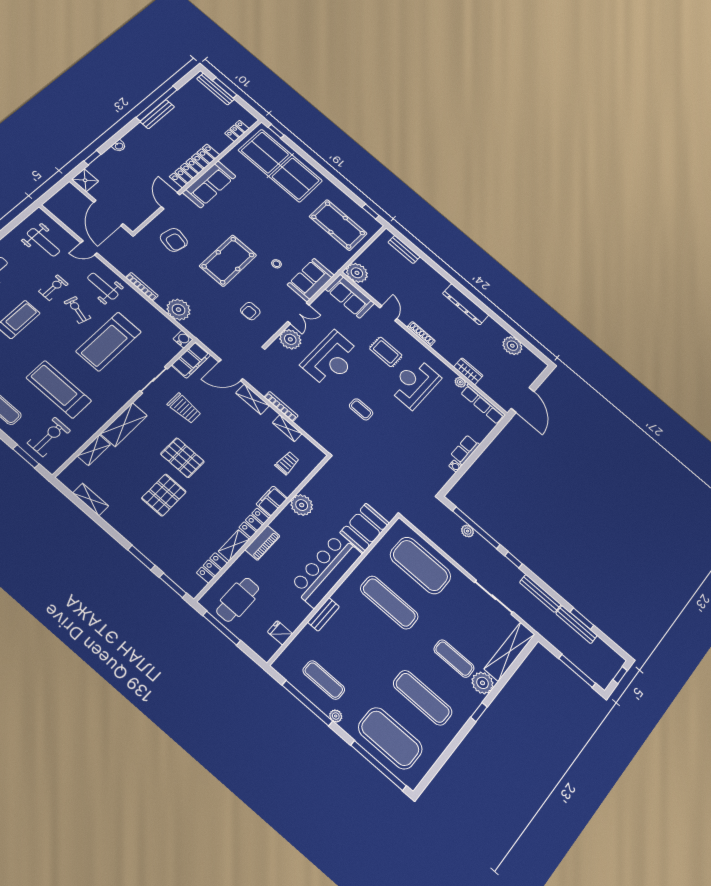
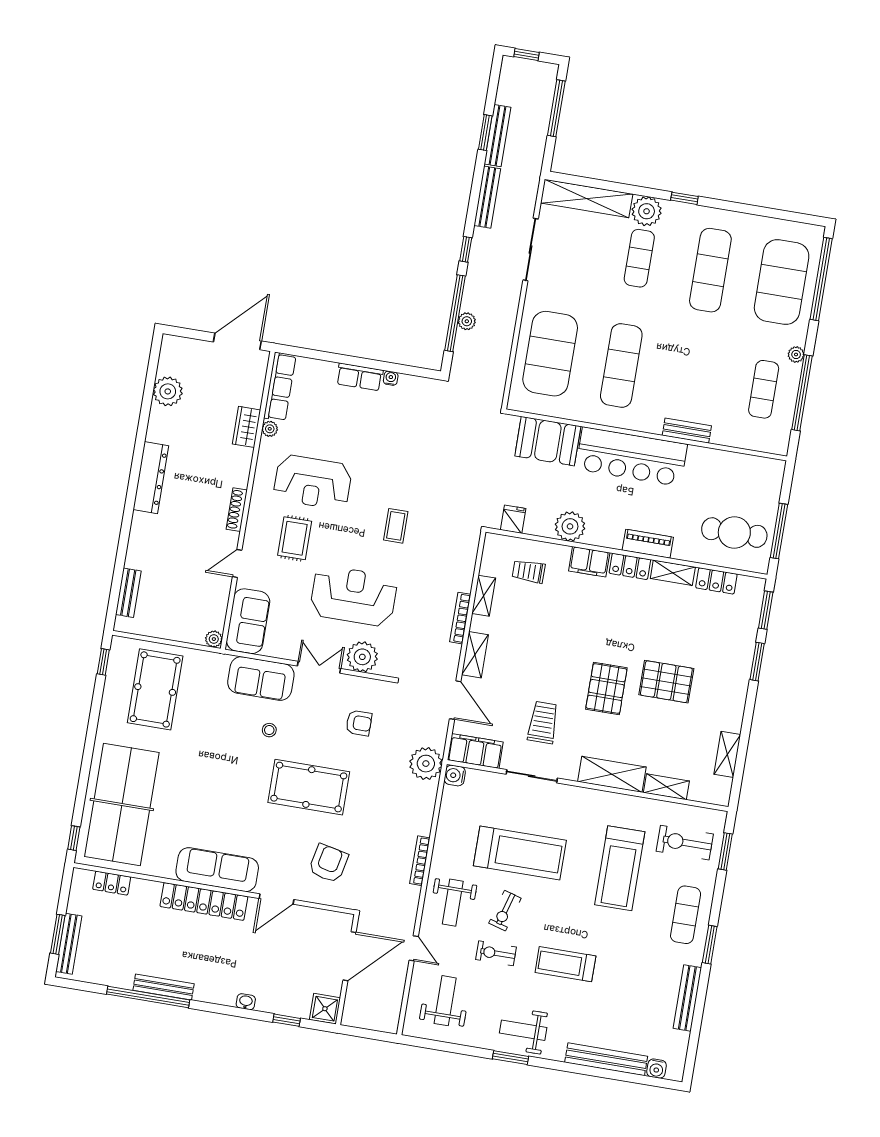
plant: (357, 273) -> (214, 639), width x0.53, depth x0.53
plant: (179, 310) -> (426, 764), moved
fridge: (280, 633) -> (513, 519), moved, turned 180

